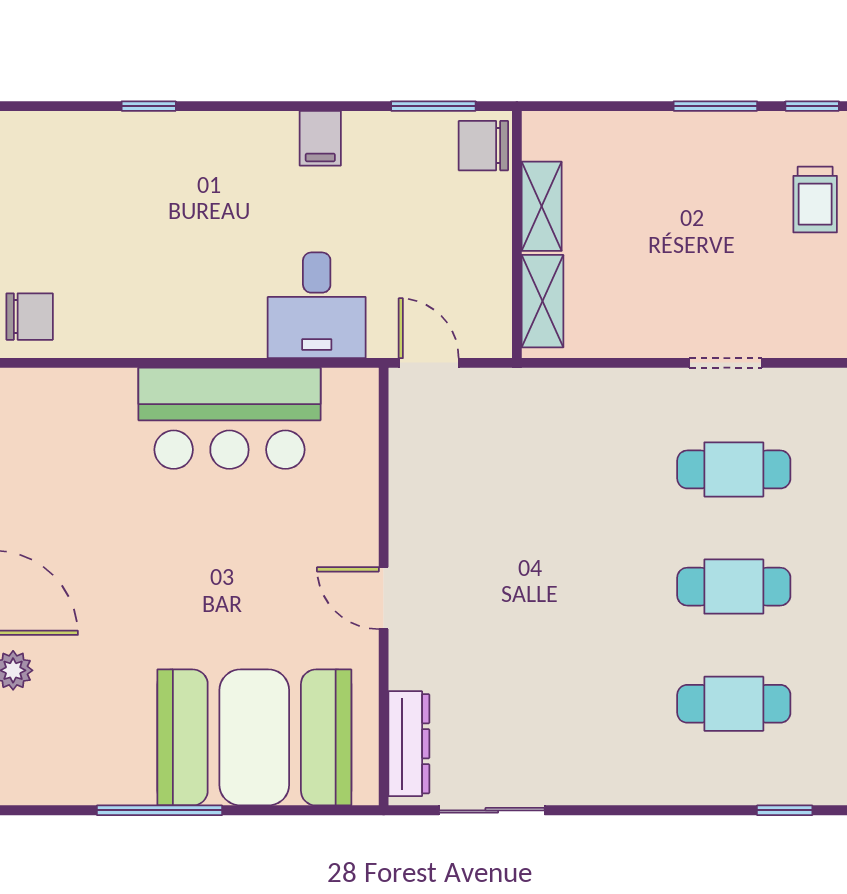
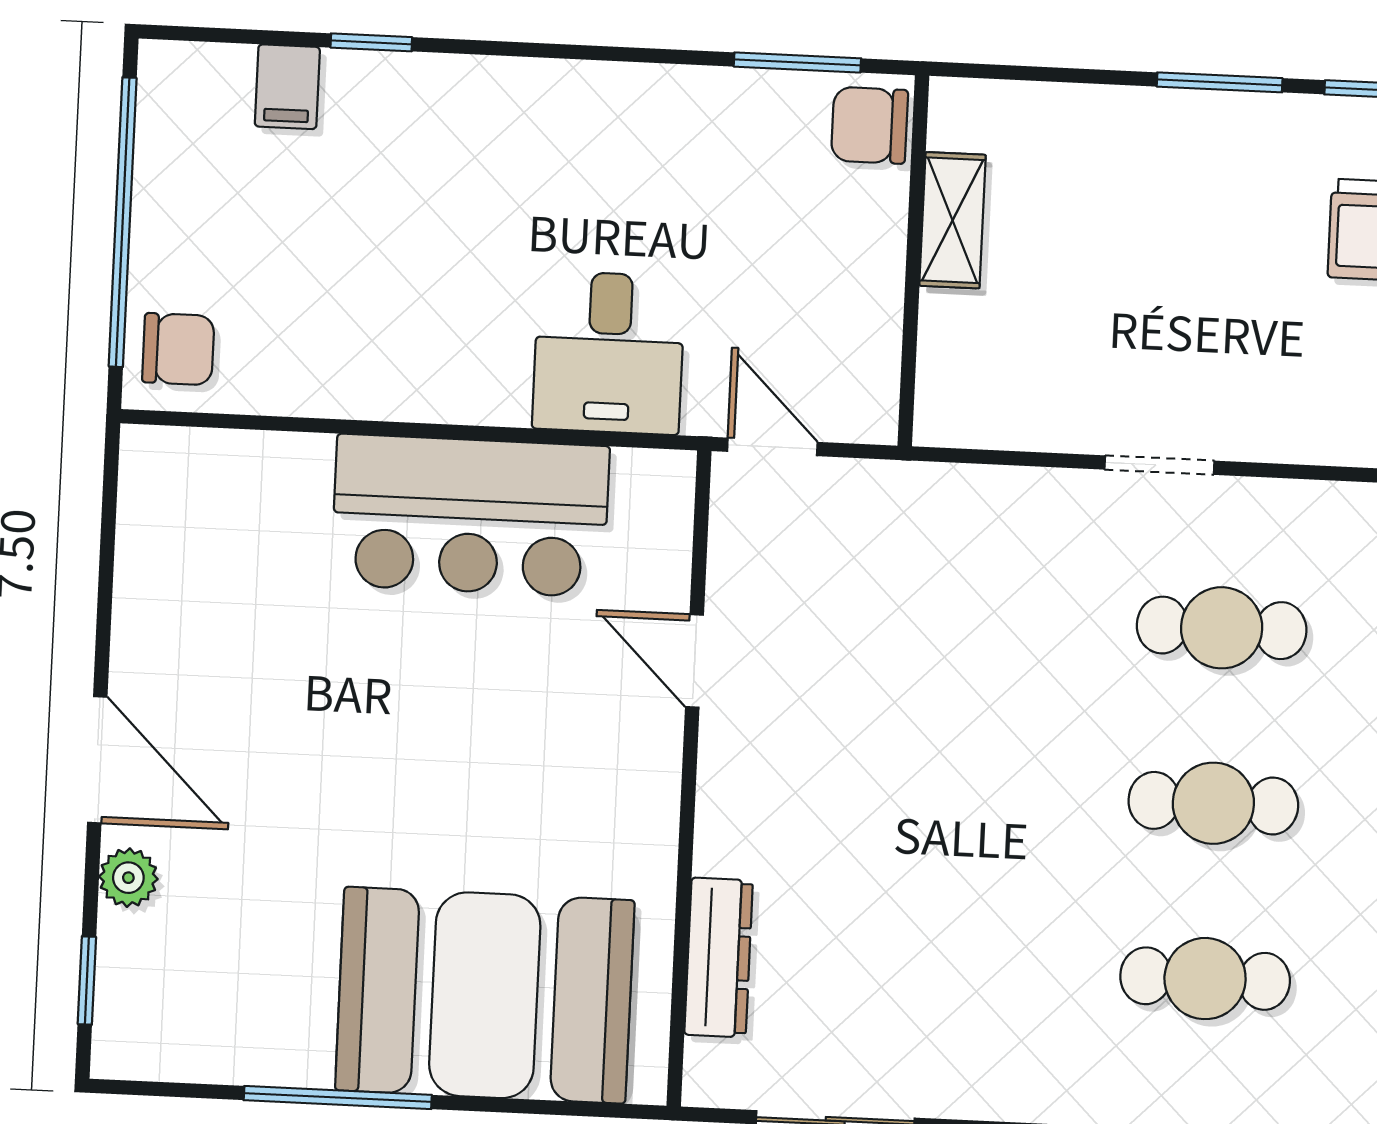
filing cabinet: (320, 138) -> (287, 87), moved
shelving: (542, 301) -> (947, 362), removed
doorway: (726, 363) -> (1159, 465), moved
door: (384, 598) -> (695, 661), moved
dresser: (409, 744) -> (719, 957), moved

